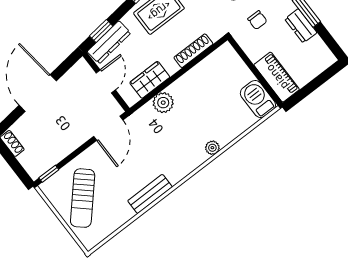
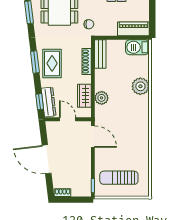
chair: (257, 20) -> (89, 24), moved
plant: (212, 148) -> (140, 86), width x1.88, depth x1.88
bench: (150, 194) -> (100, 54), moved
sun lounger: (83, 198) -> (119, 178), turned 138

